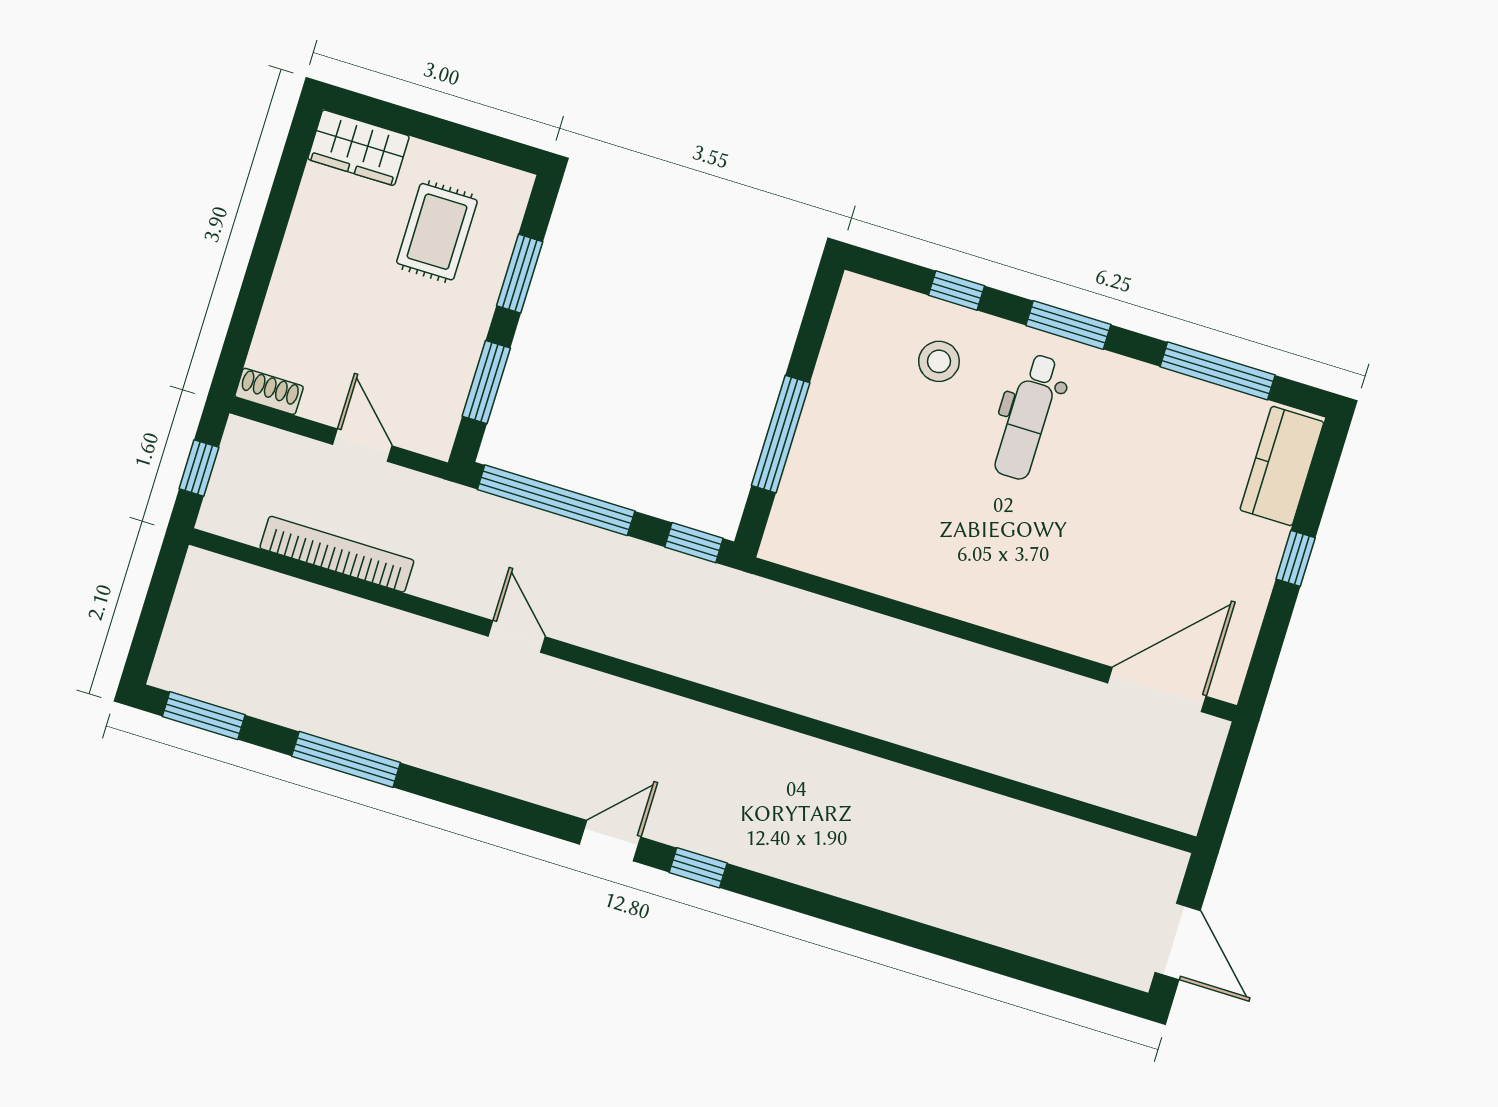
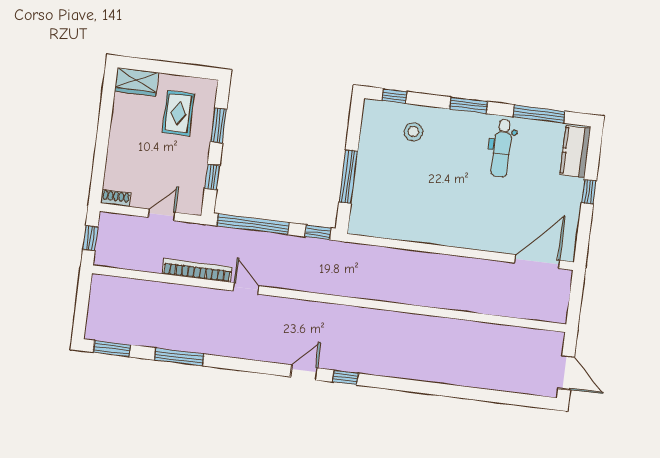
window: (956, 291) -> (395, 96), moved
window: (486, 382) -> (212, 177), width x0.67
dental chair: (1028, 417) -> (502, 148), moved
door: (362, 445) -> (162, 215), hinge flipped
bookcase: (337, 554) -> (197, 270), moved

